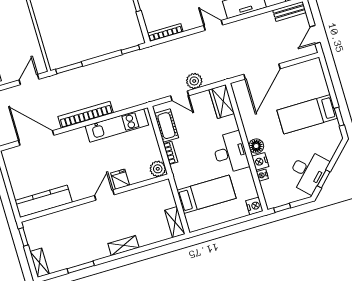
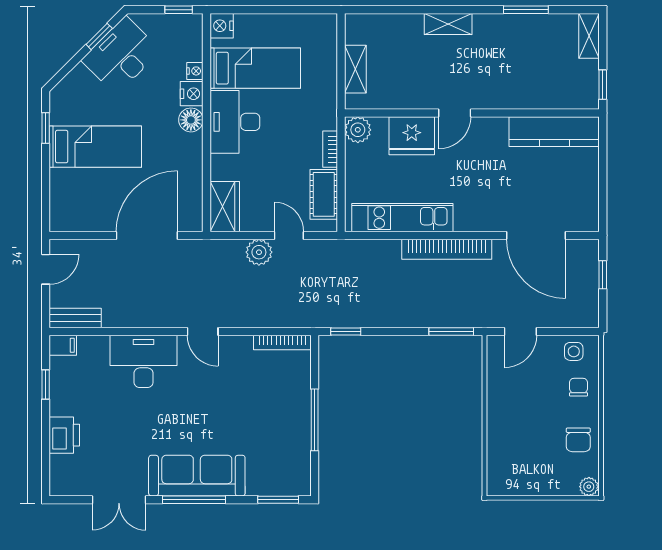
fridge: (120, 179) -> (412, 136), width x1.88, depth x1.34
bed: (206, 194) -> (255, 68), moved, turned 180
shelving: (175, 222) -> (355, 69), moved

